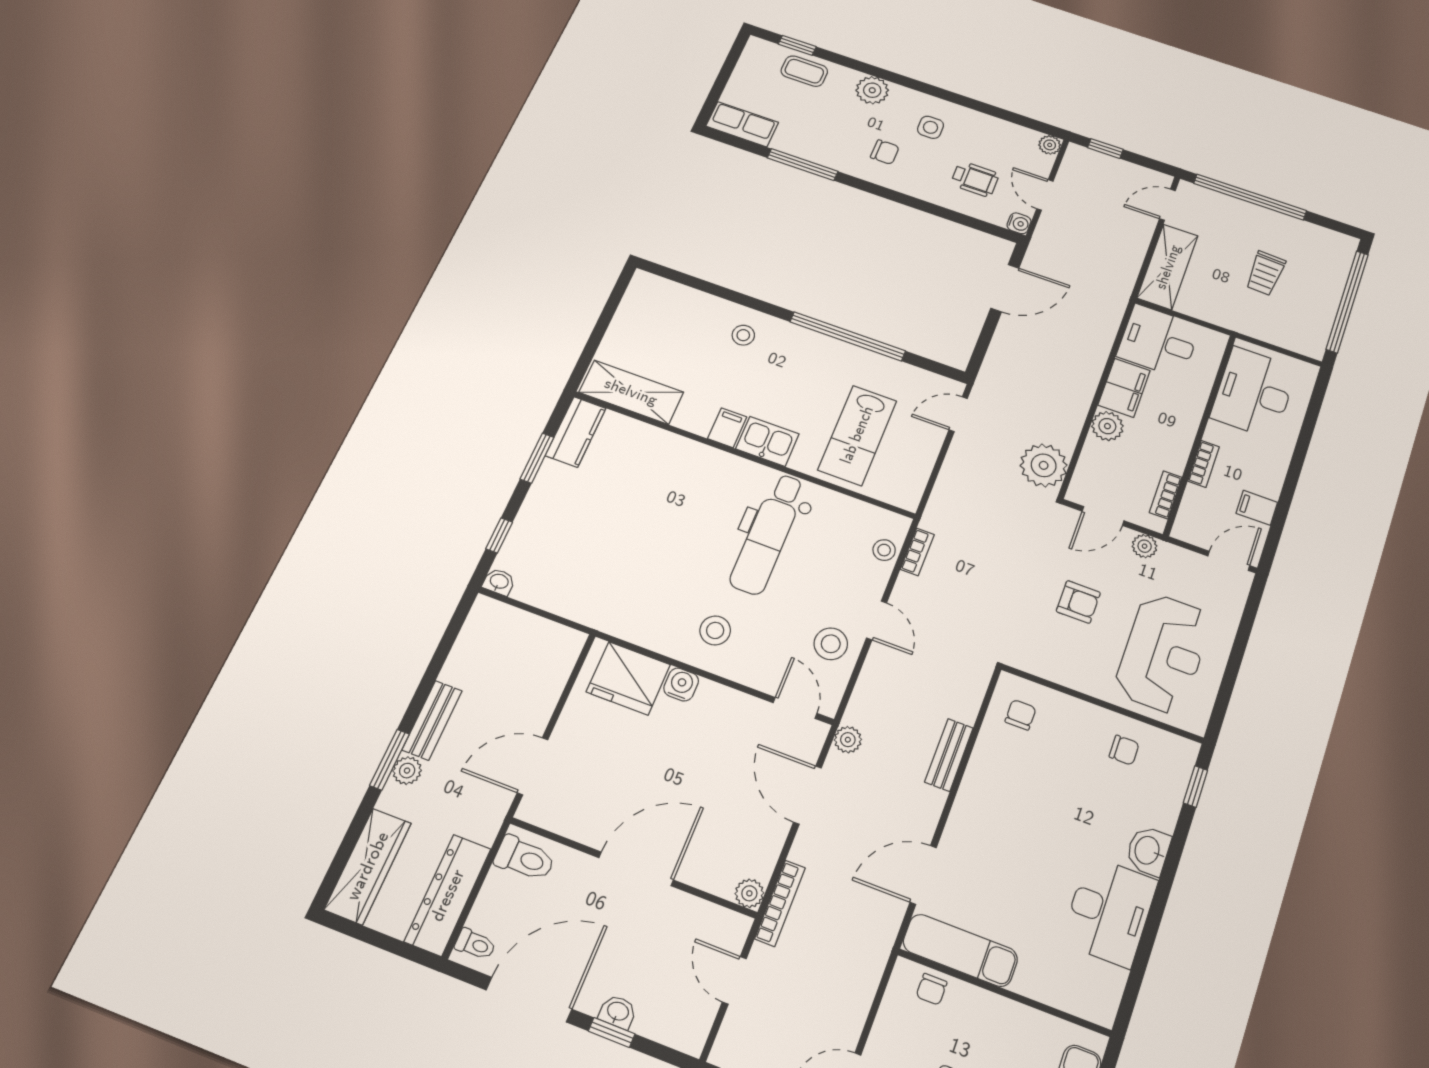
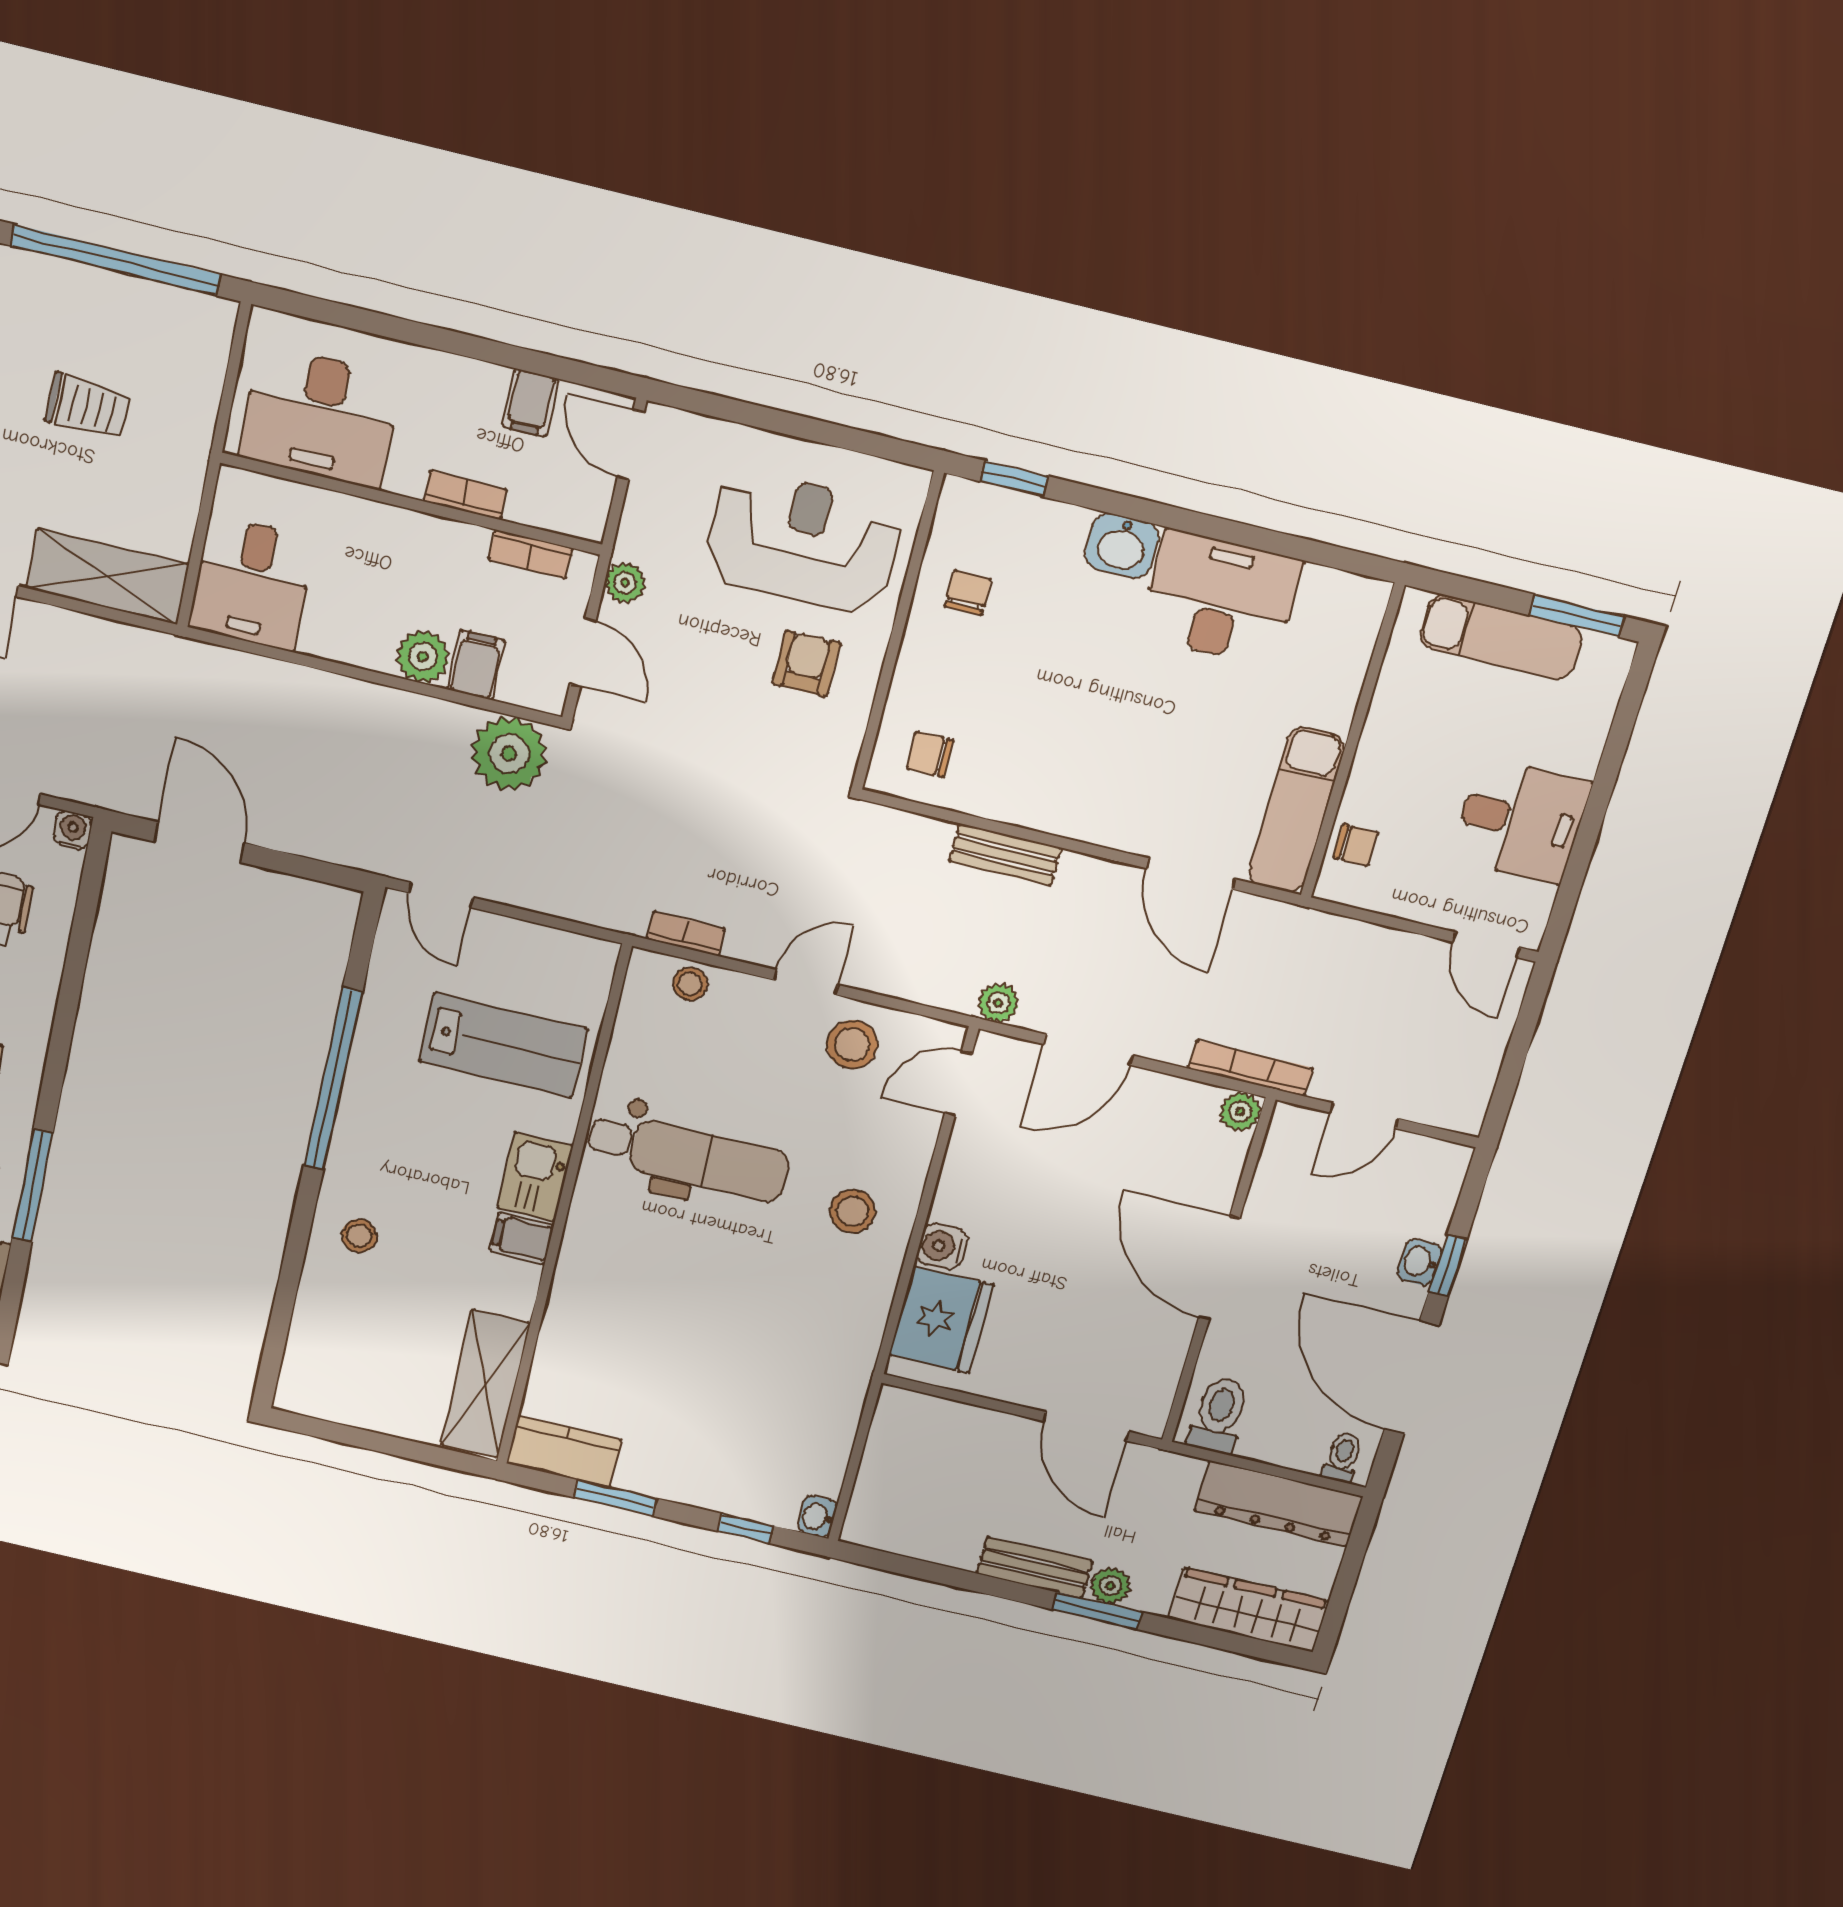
filing cabinet: (1124, 388) -> (476, 665), moved, width x0.50
armchair: (1078, 602) -> (806, 663), moved

